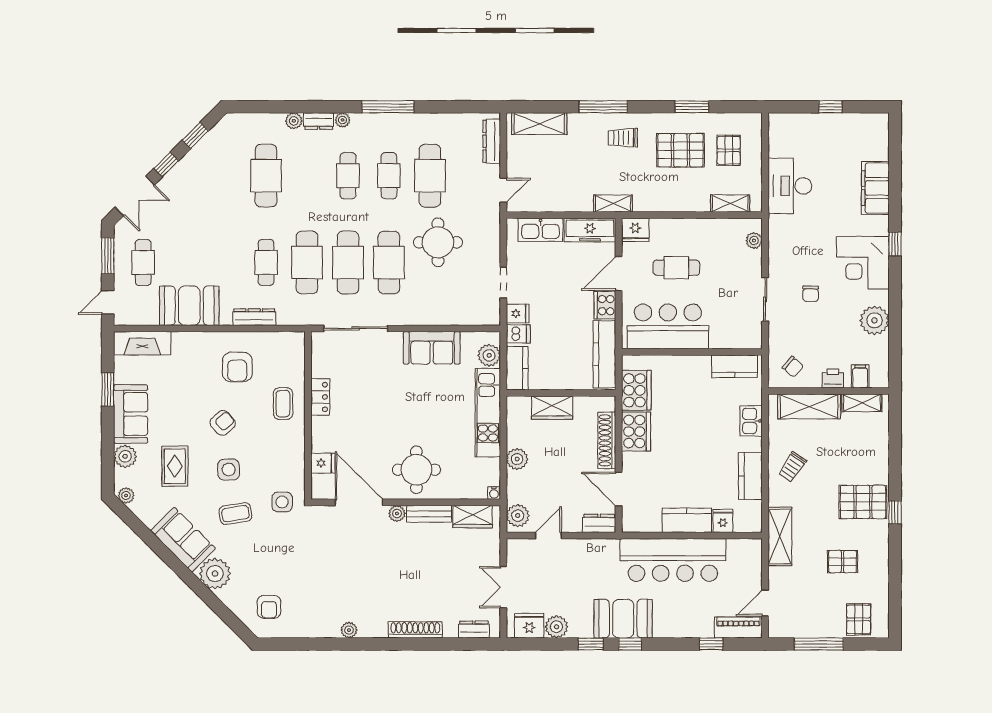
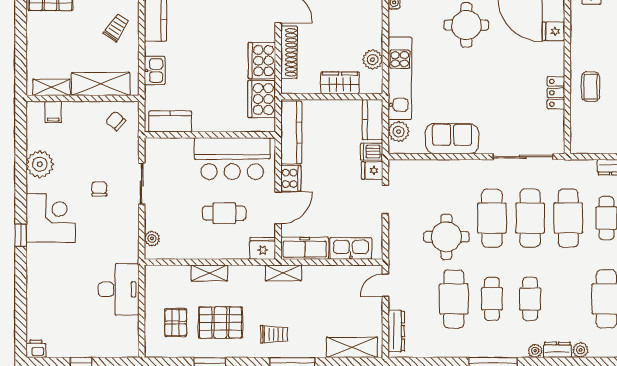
filing cabinet: (875, 188) -> (39, 287), removed
shelving: (730, 203) -> (209, 273), moved
printer: (833, 378) -> (36, 349), moved, turned 180
plant: (517, 459) -> (373, 60), moved

